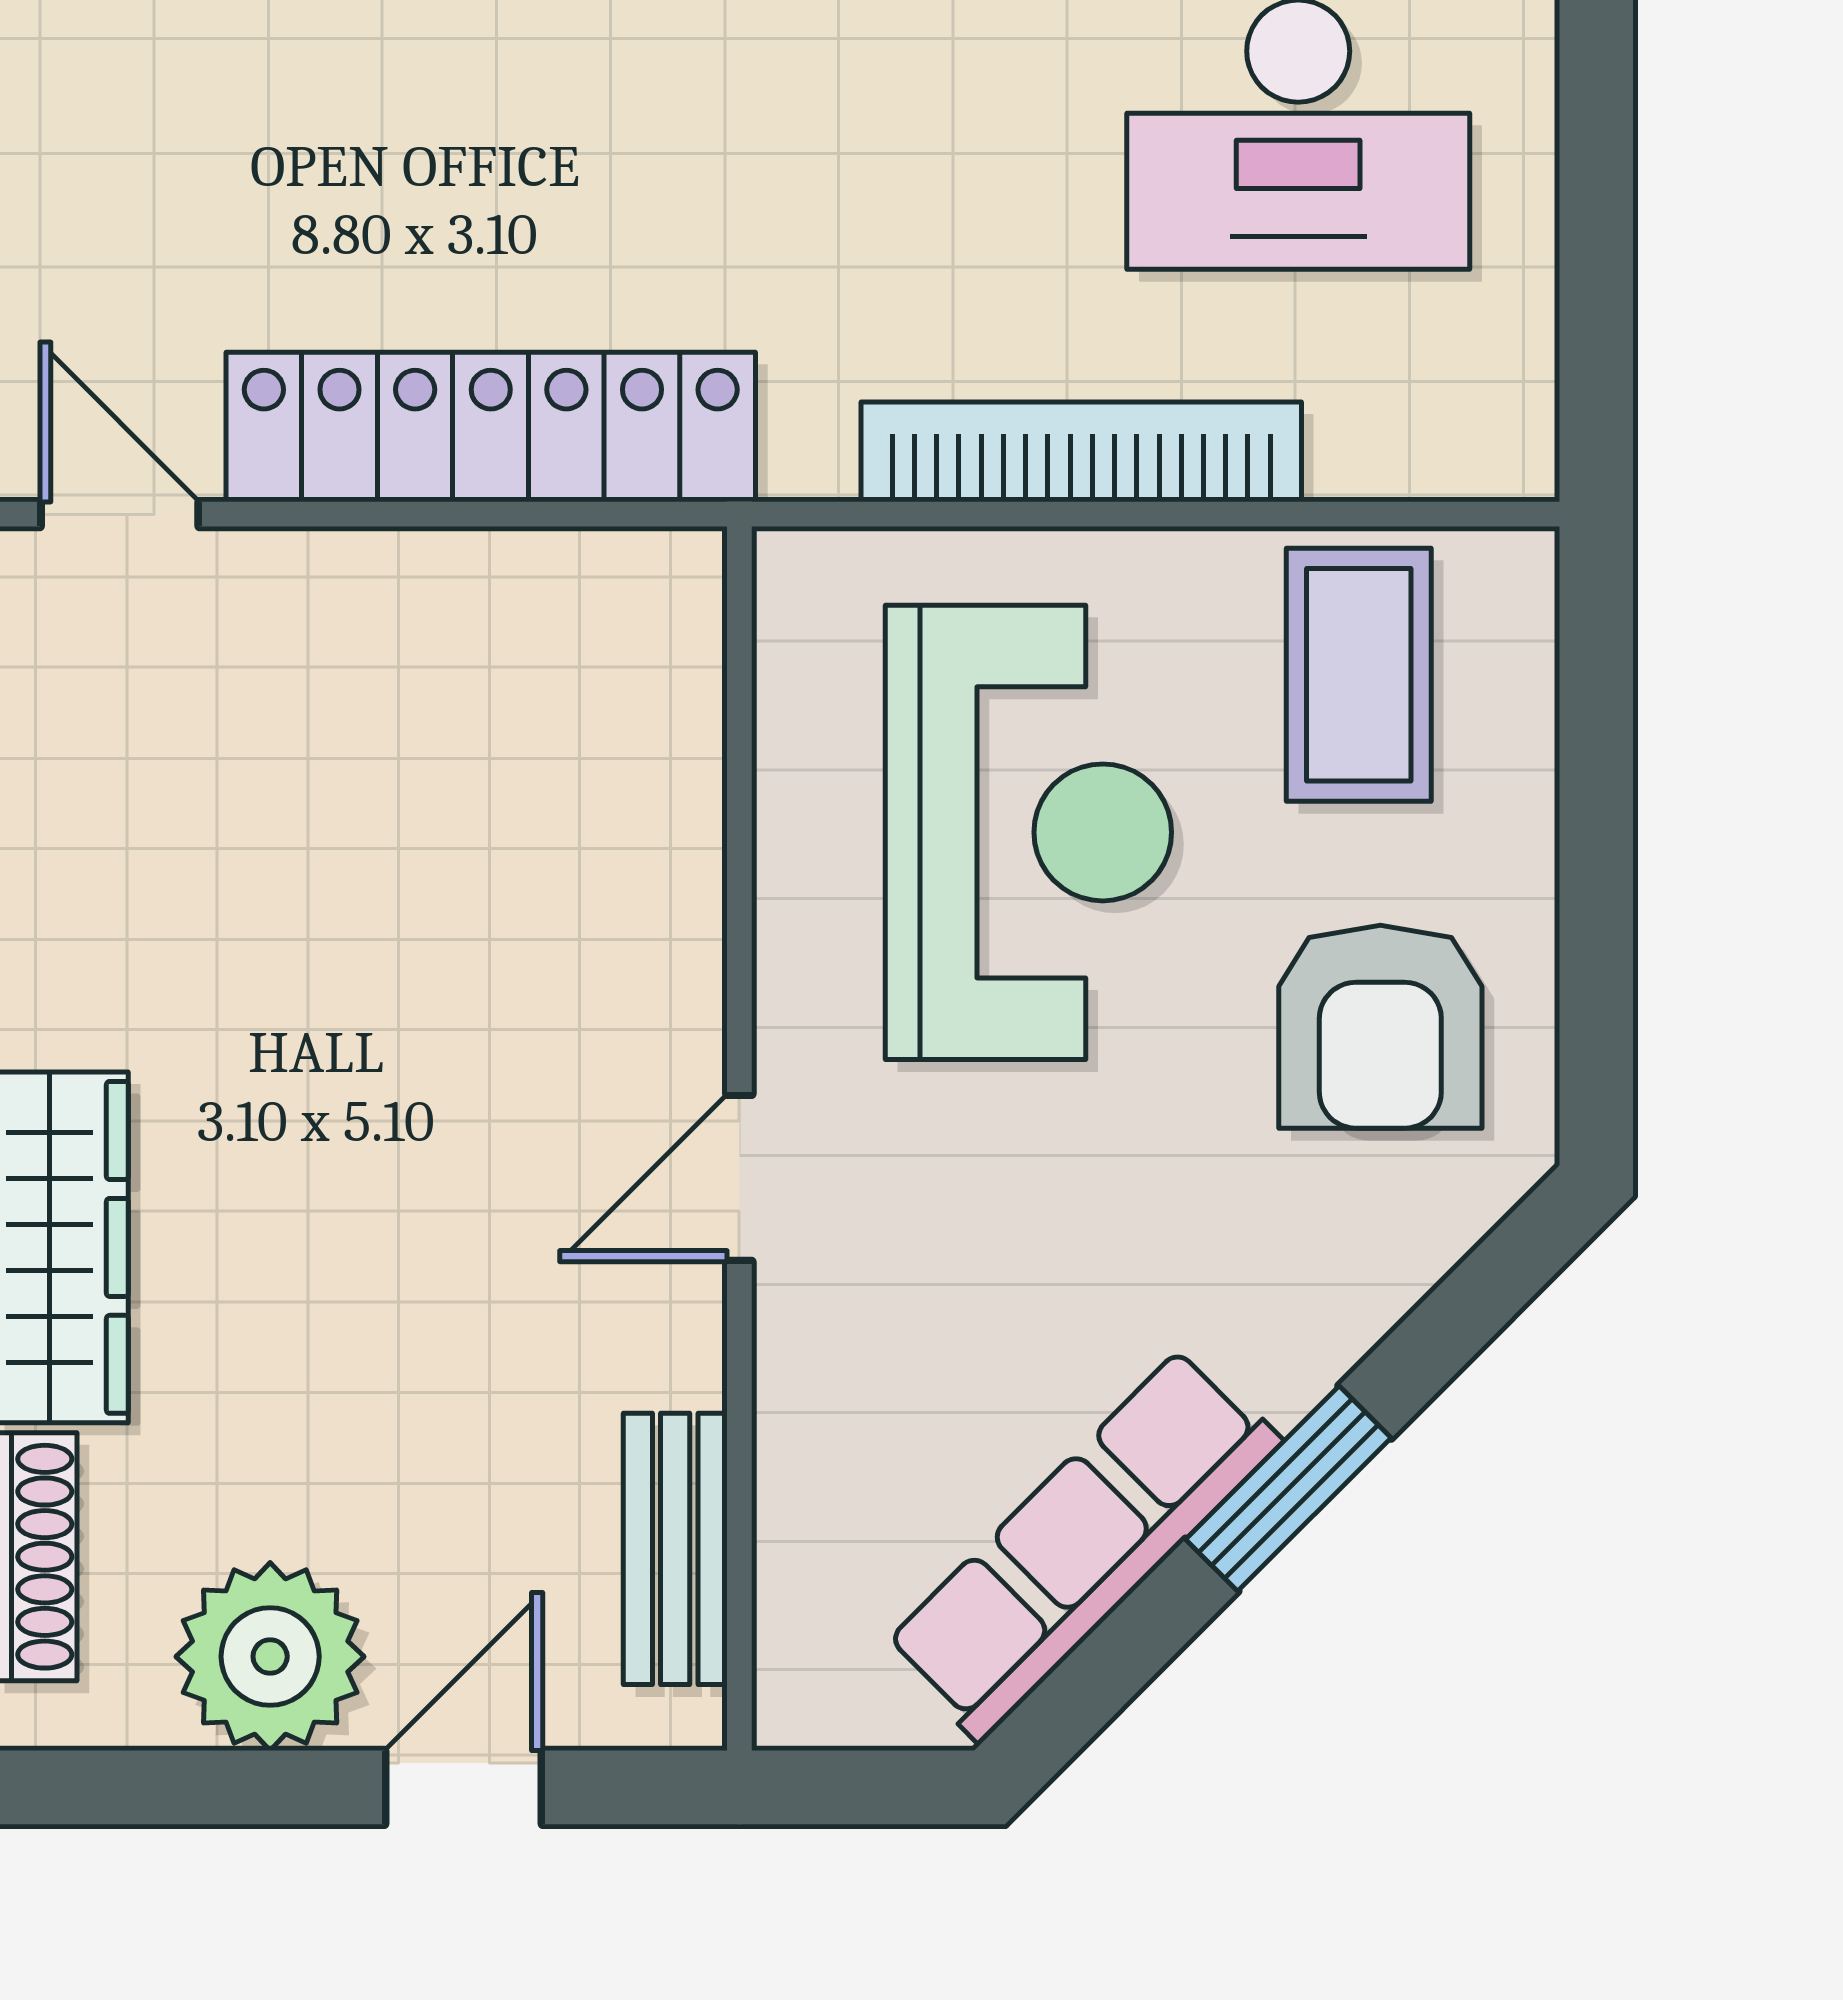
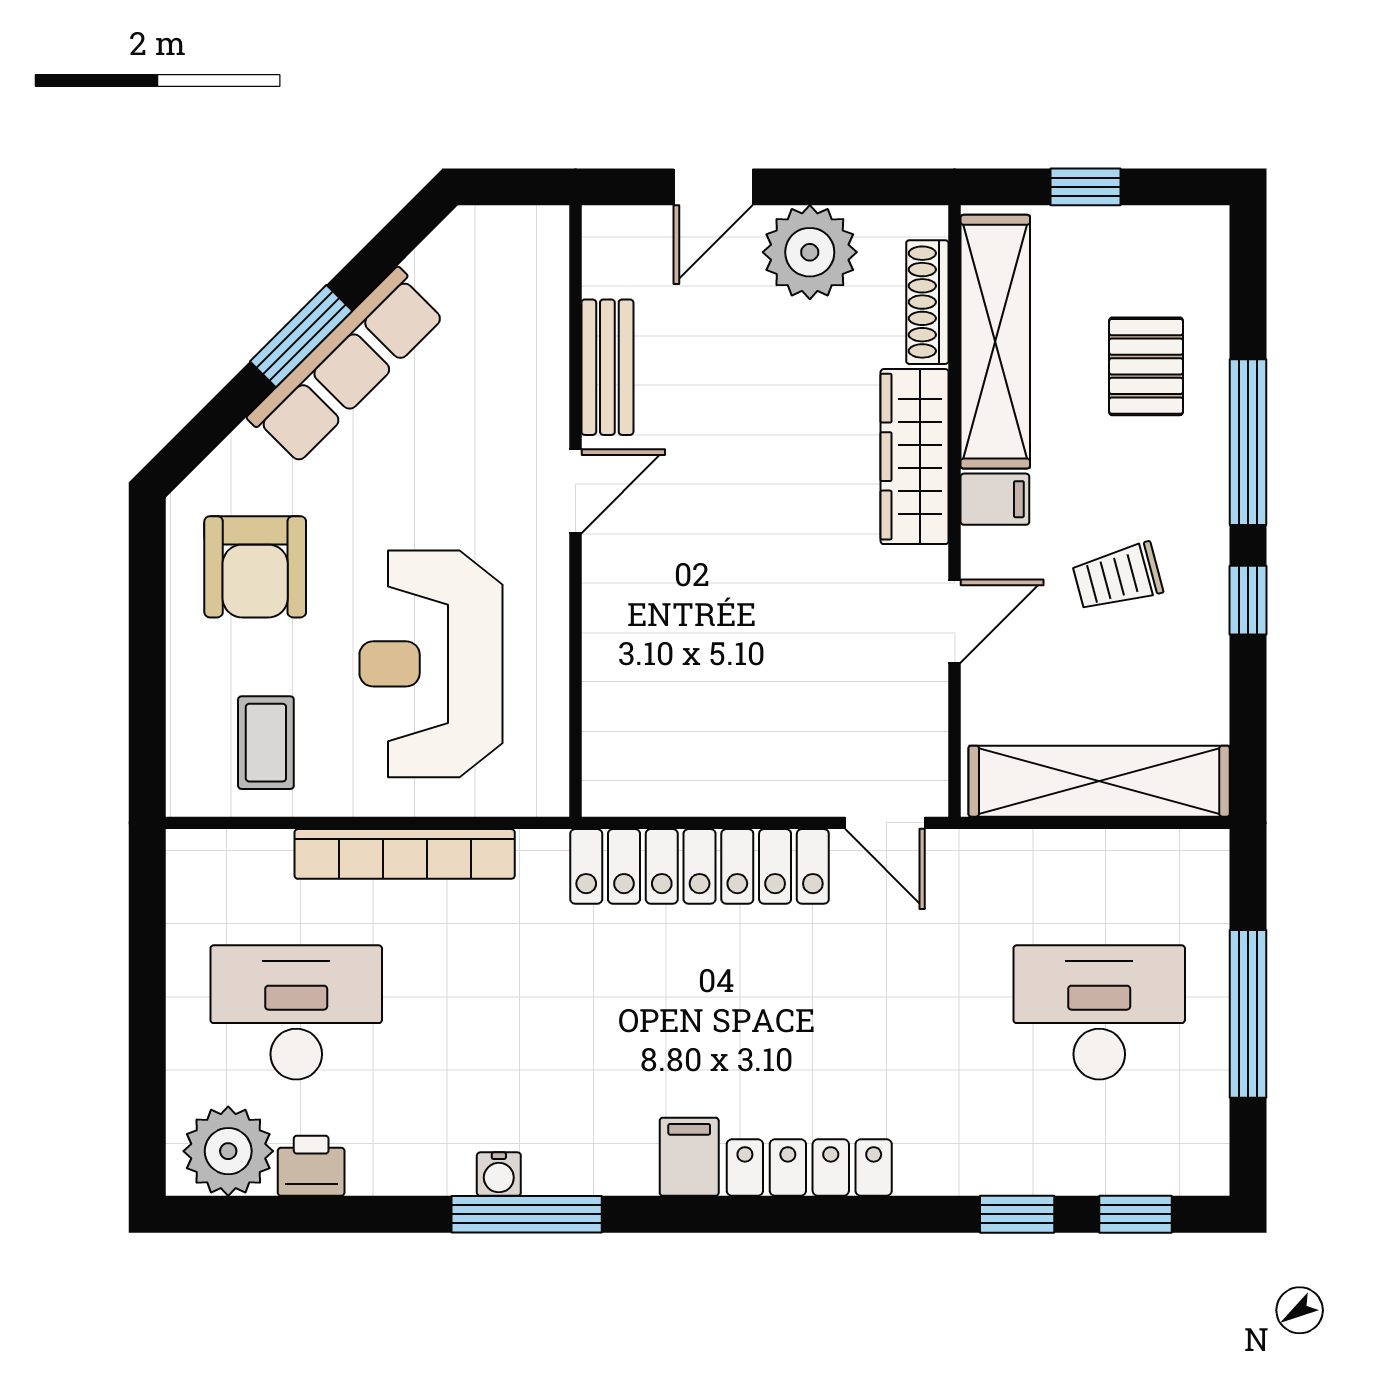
coffee table: (1359, 675) -> (266, 743), width x0.73, depth x0.77
armchair: (1380, 1027) -> (255, 567), turned 180
row of seats: (1083, 1544) -> (346, 366), moved
bench: (675, 1549) -> (607, 367), moved

